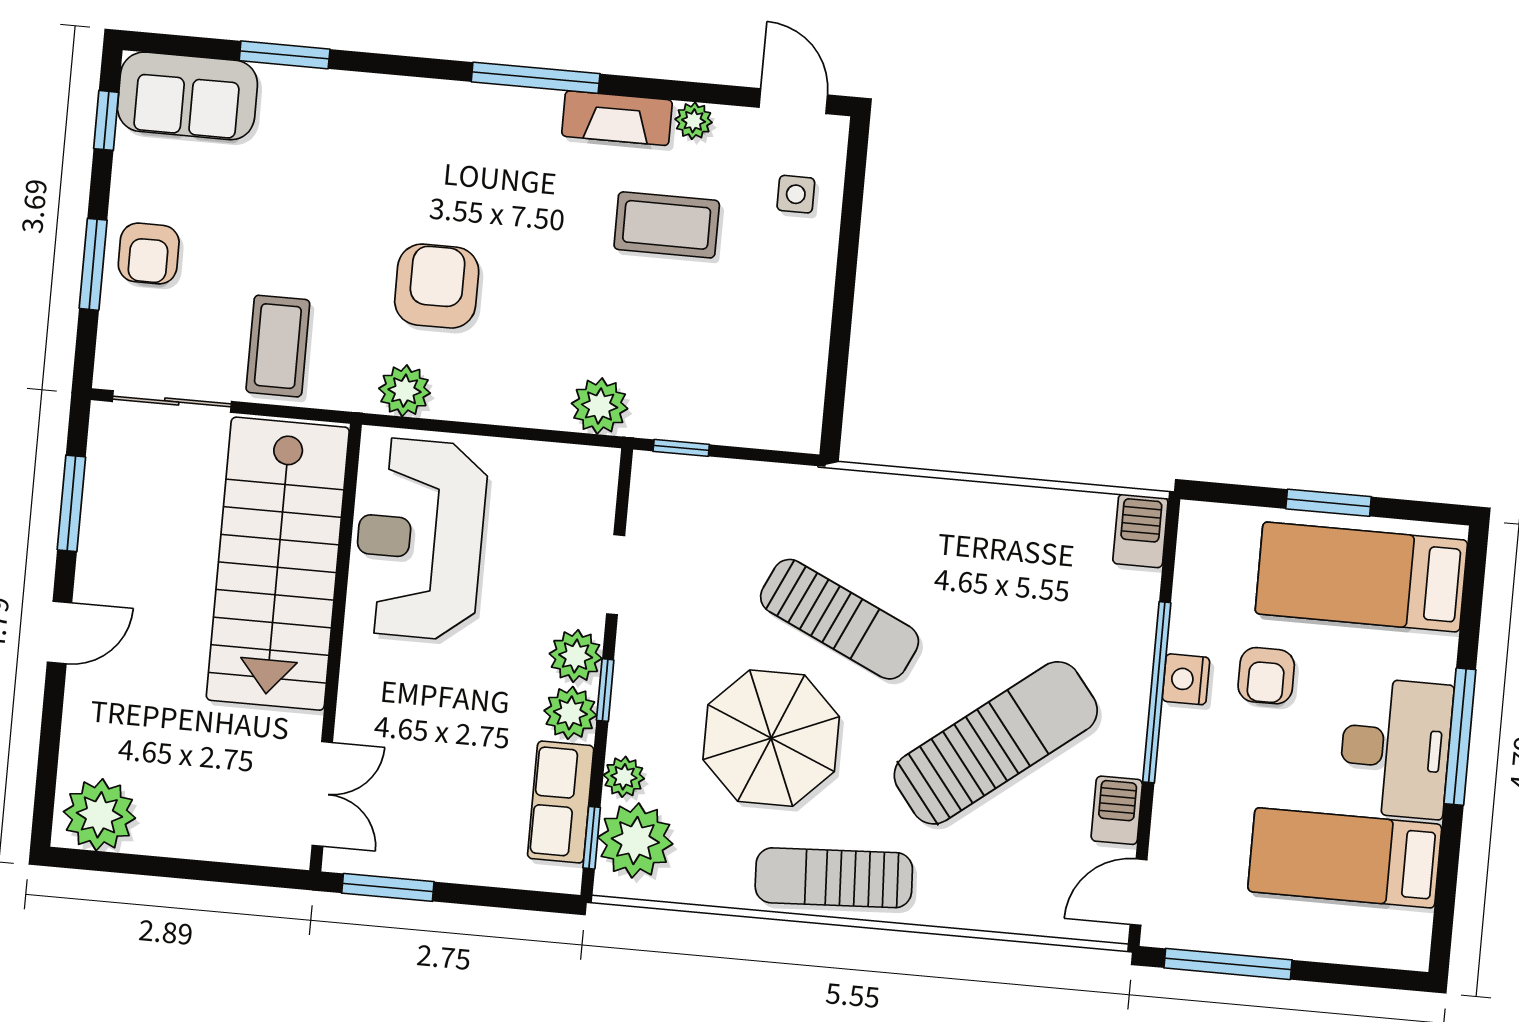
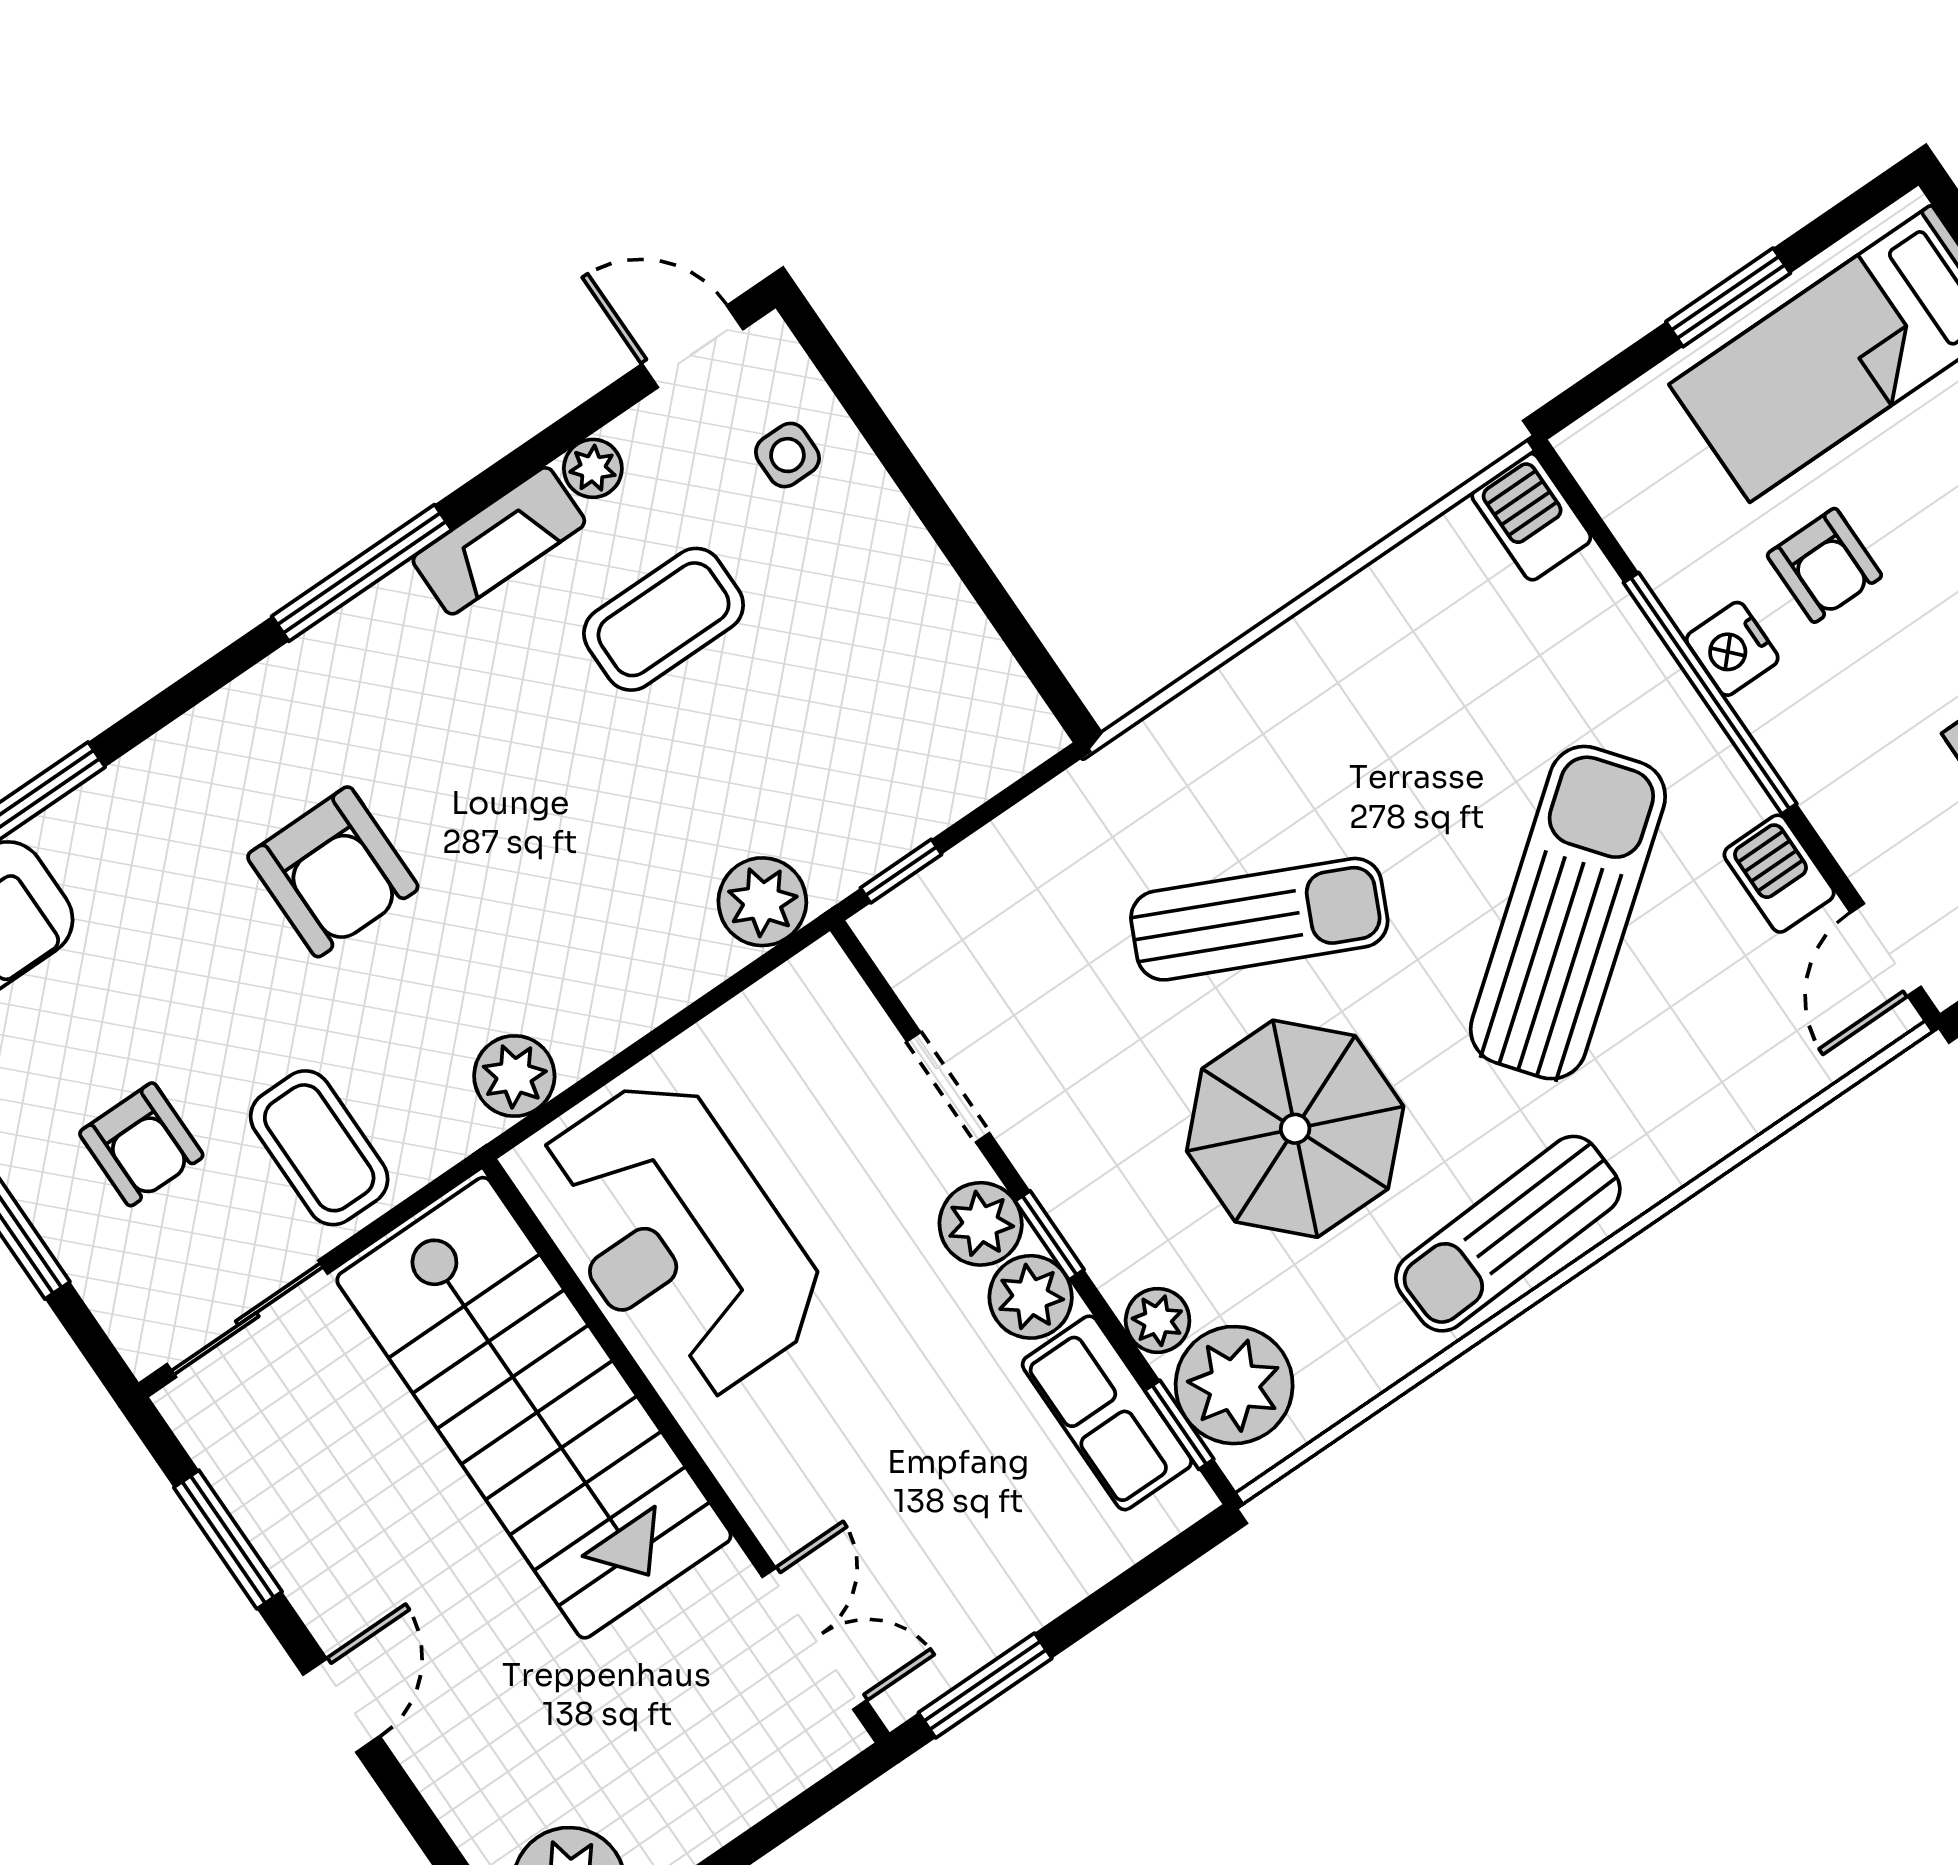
armchair: (149, 254) -> (141, 1144), moved
armchair: (437, 286) -> (333, 872), moved, turned 180

